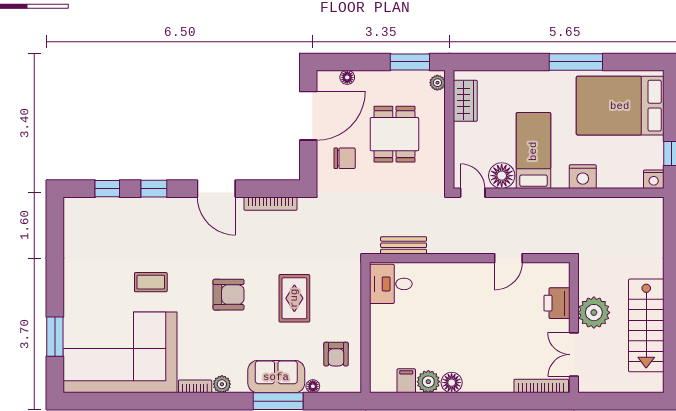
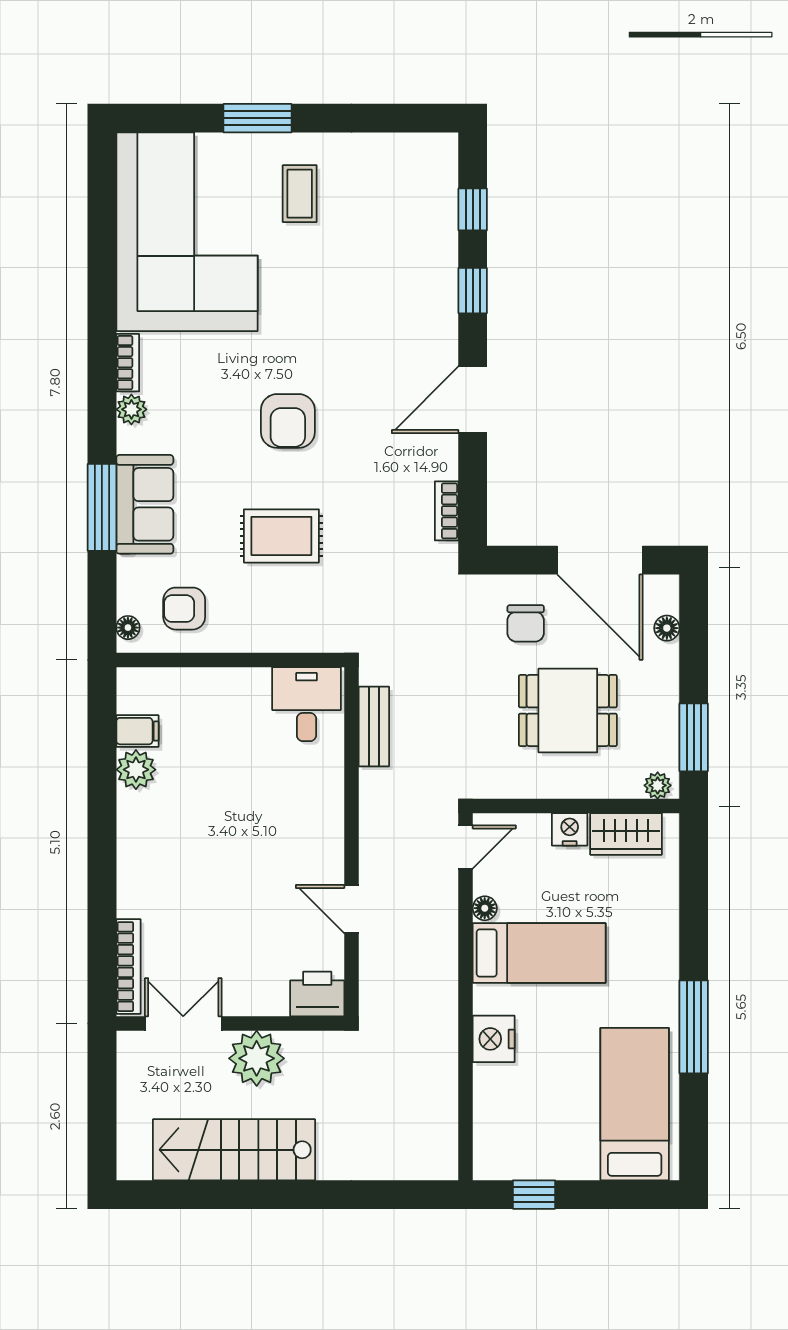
bed: (620, 106) -> (635, 1104), width x0.67
floor lamp: (502, 176) -> (485, 908), width x0.53, depth x0.53
nightstand: (654, 179) -> (570, 829), moved, turned 90
bookcase: (270, 204) -> (447, 511), width x0.64
coffee table: (151, 282) -> (300, 194), moved
printer: (557, 303) -> (317, 994), moved
window: (55, 337) -> (258, 118), moved
floor lamp: (452, 383) -> (134, 810), removed
floor lamp: (313, 386) -> (128, 628), moved

